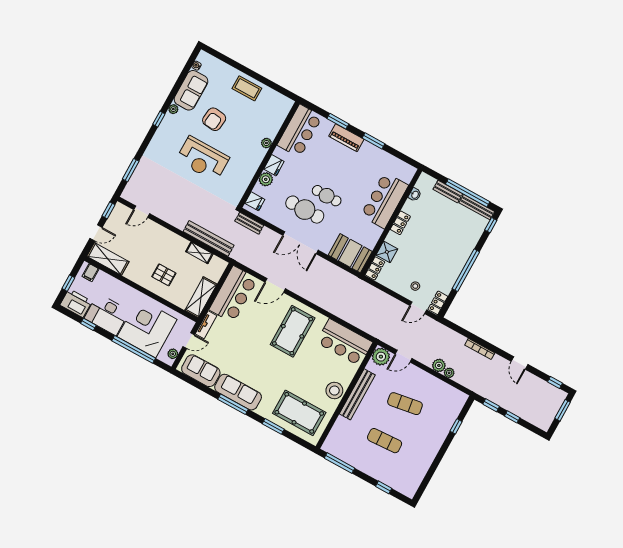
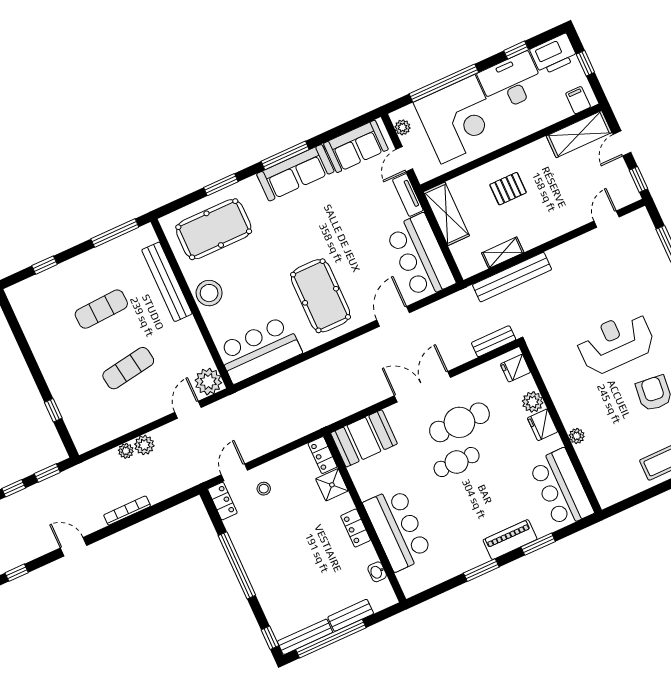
bench: (357, 394) -> (167, 282), moved

